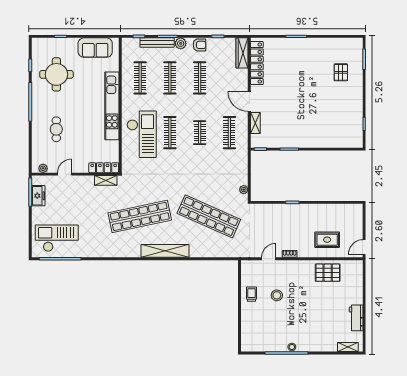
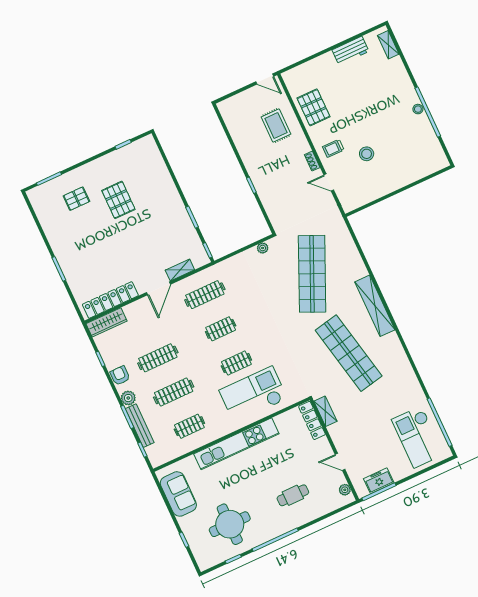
clothes rail: (140, 78) -> (189, 426), width x0.73
pallet: (326, 102) -> (118, 200), added
clothes rail: (170, 133) -> (236, 363), width x0.73
trolley: (252, 294) -> (333, 148), moved

